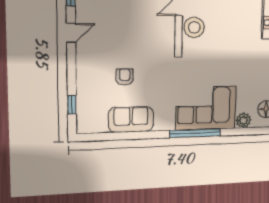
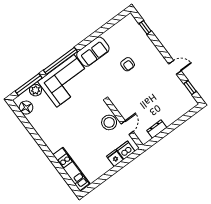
door: (71, 33) -> (175, 67), swing flipped
sofa: (131, 119) -> (93, 52), moved
window: (246, 131) -> (29, 85), added

